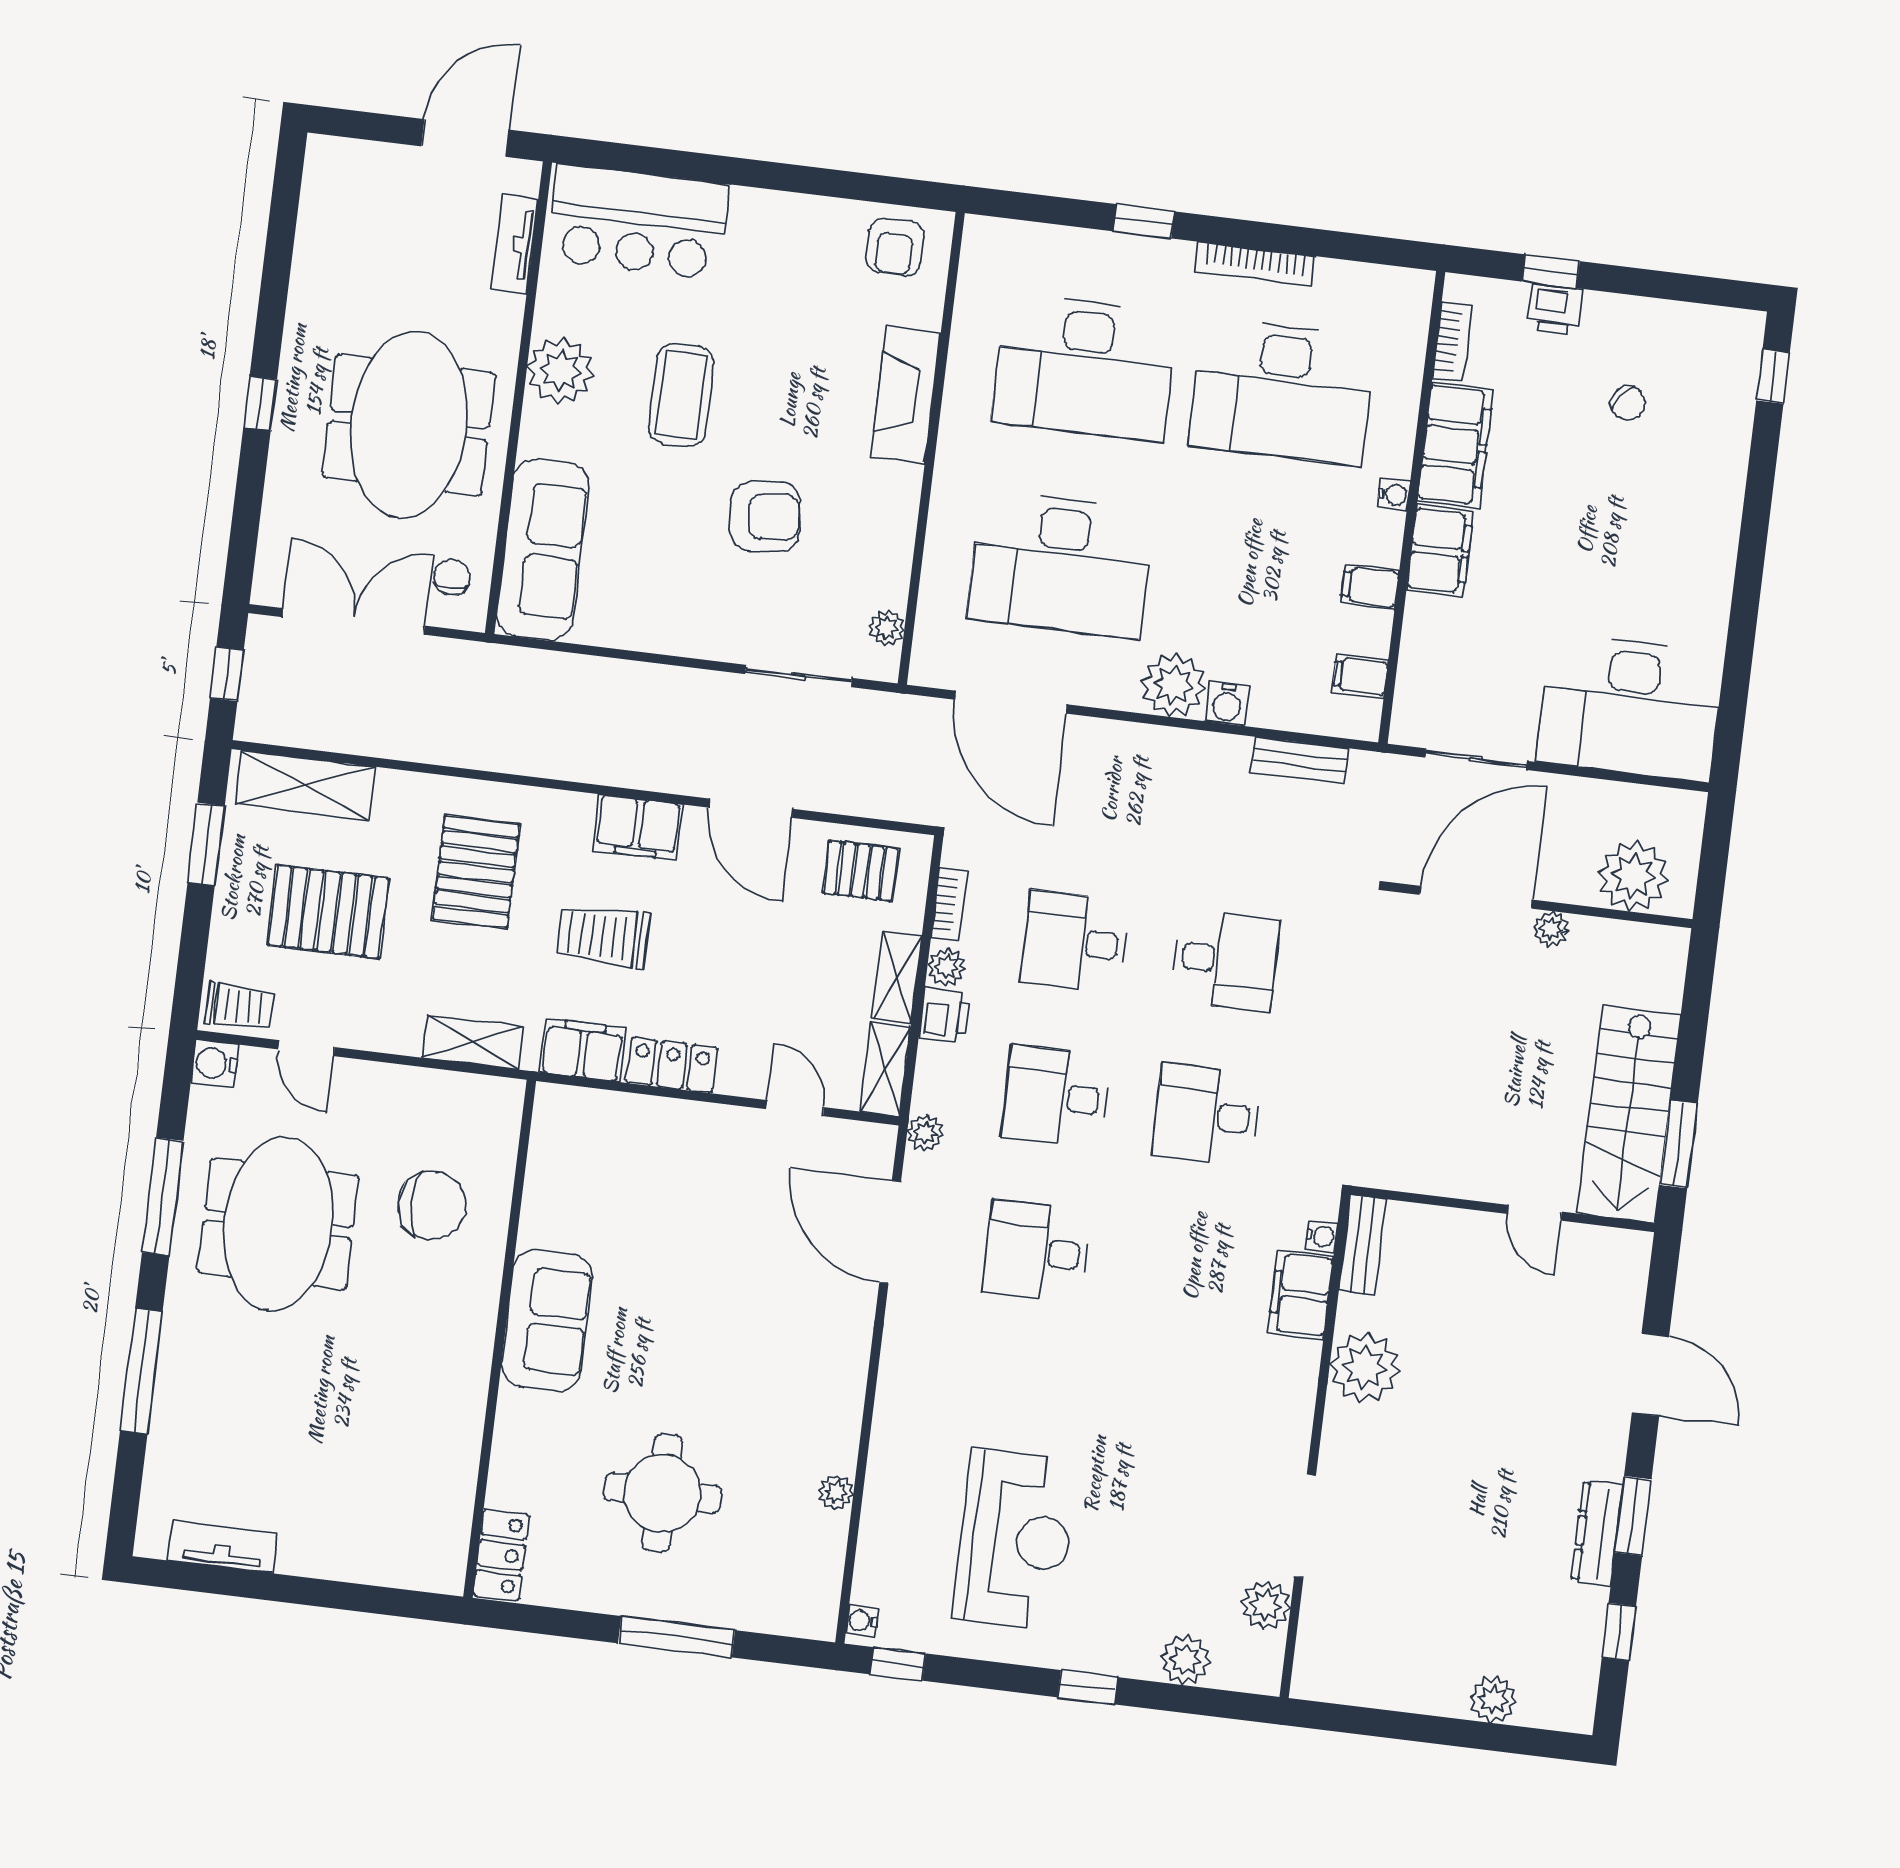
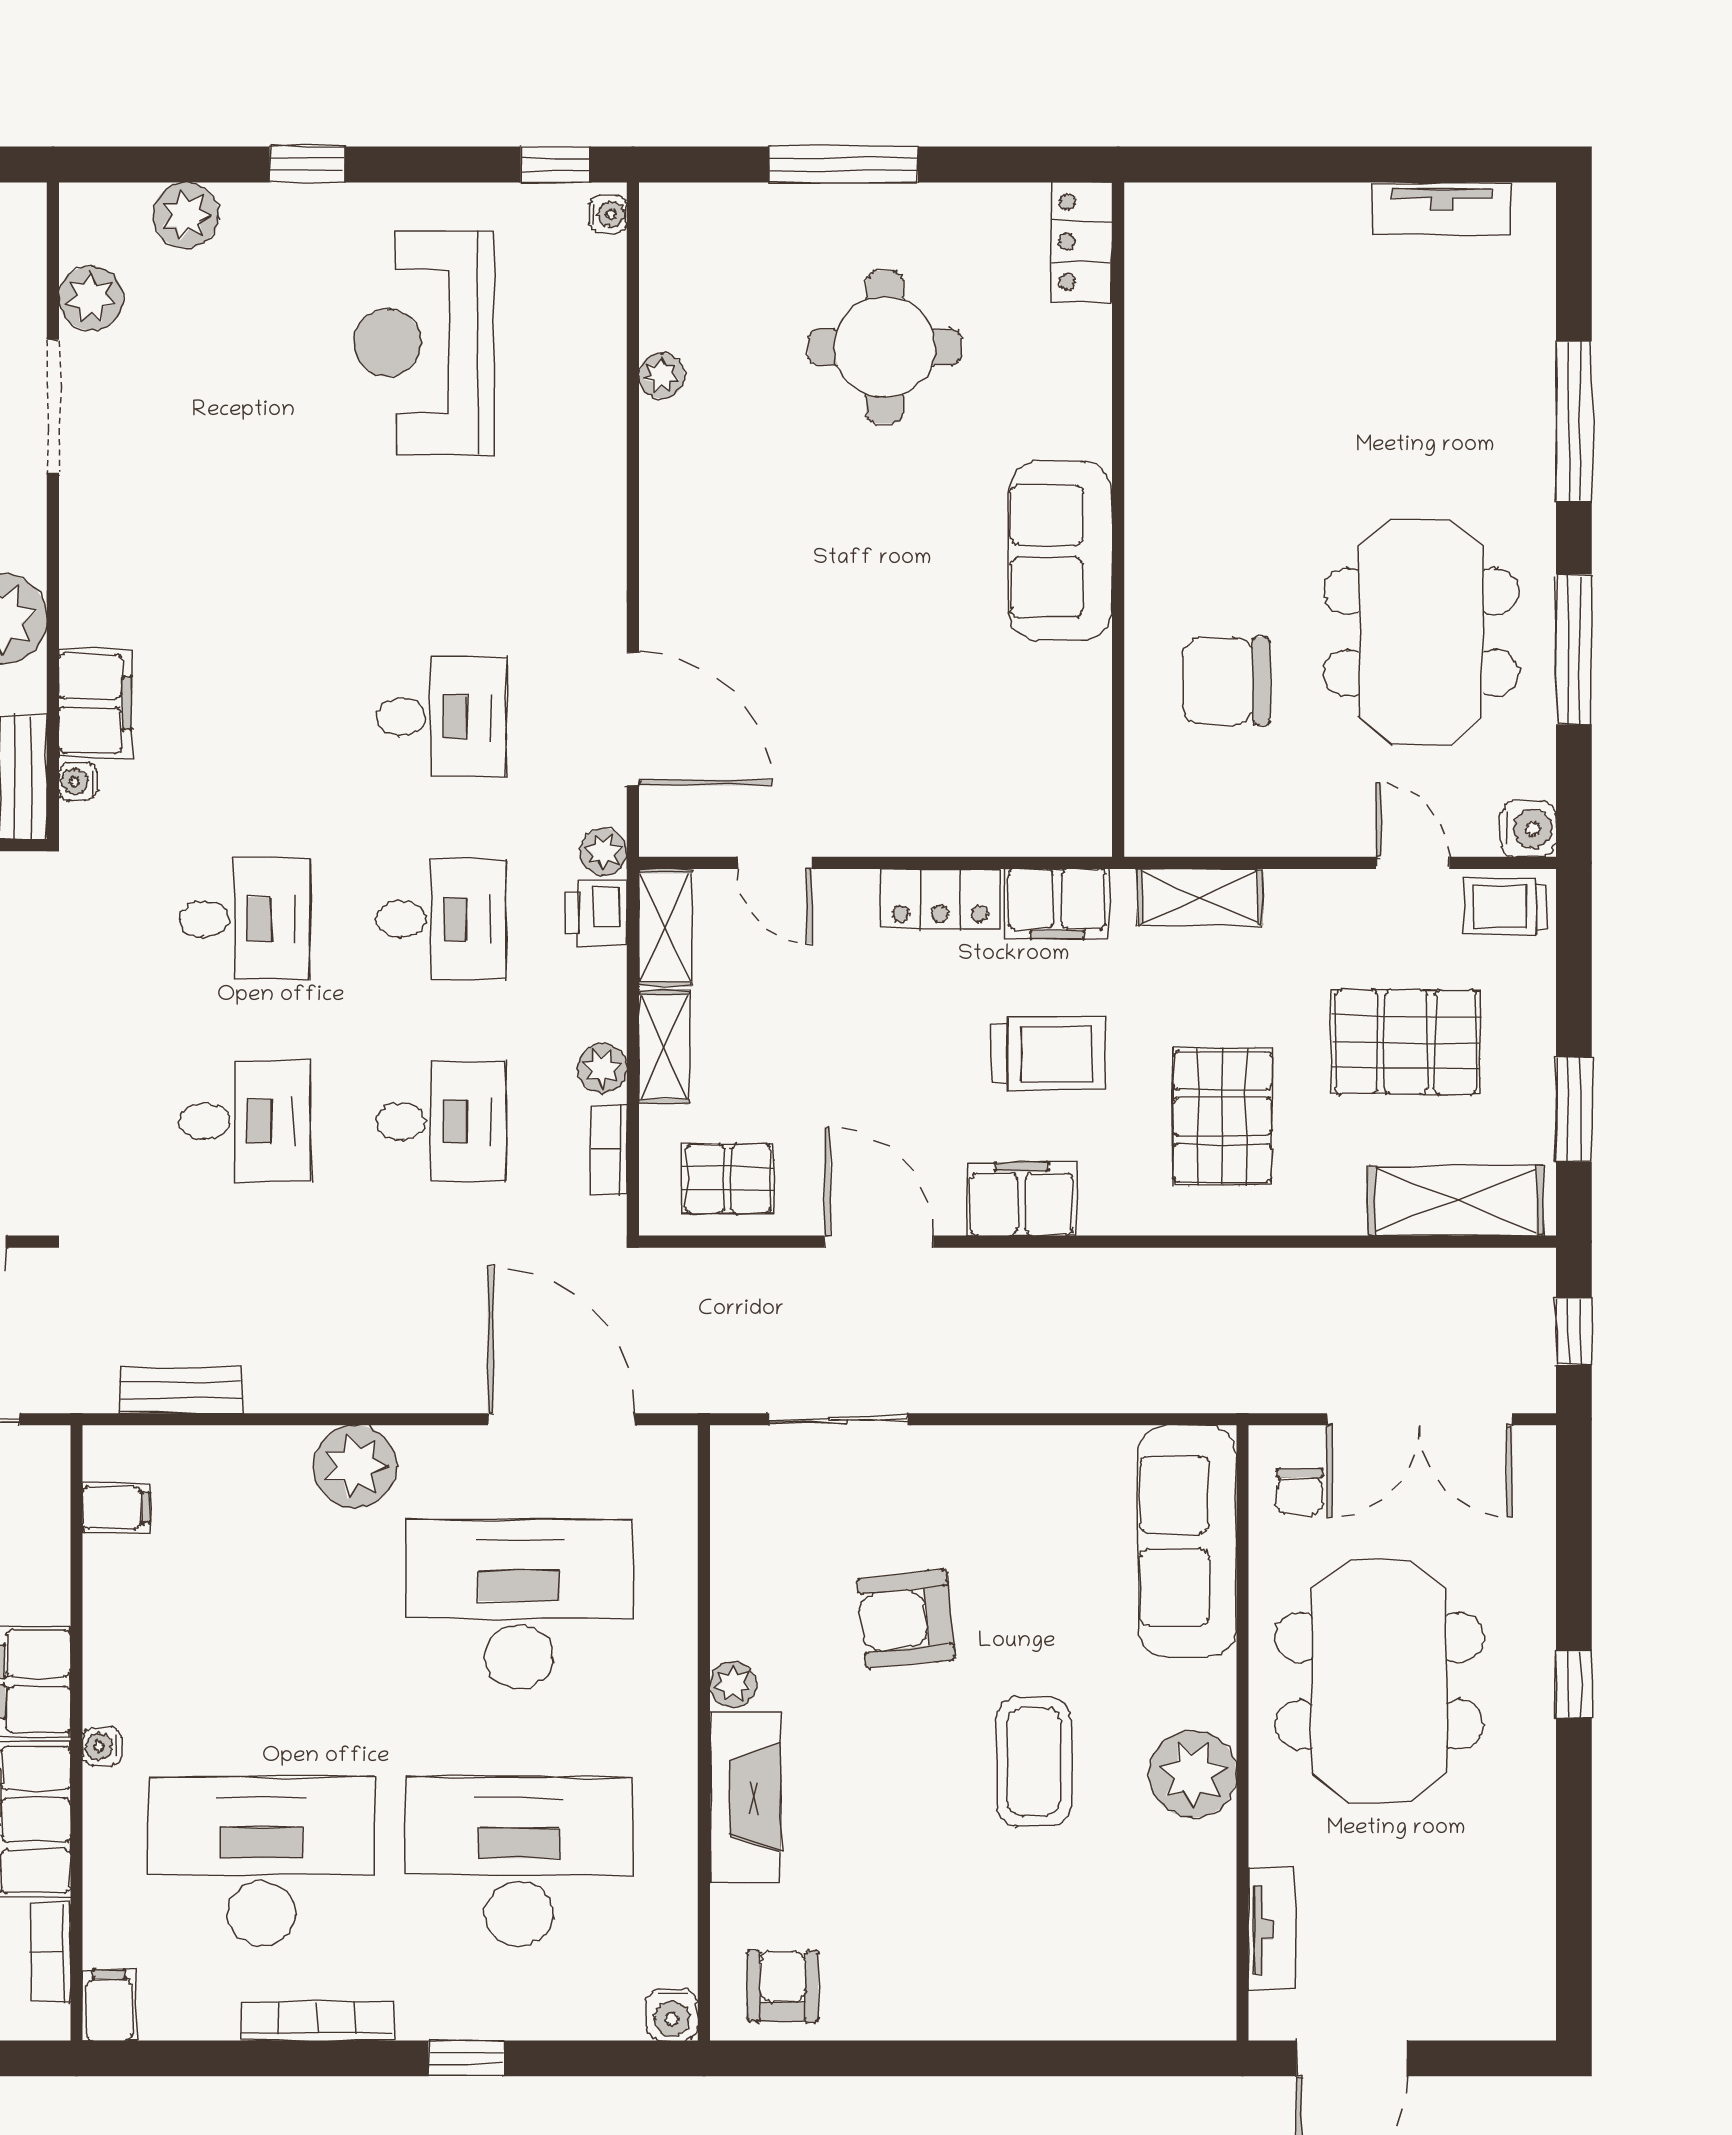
bar counter: (638, 222) -> (1117, 1978), removed
filing cabinet: (1370, 587) -> (109, 2005), moved, turned -90
plant: (887, 628) -> (733, 1684), moved
water cooler: (1227, 704) -> (672, 2015), moved, turned 180
desk: (1226, 960) -> (245, 1121), turned 180
printer: (945, 1015) -> (597, 913), moved

